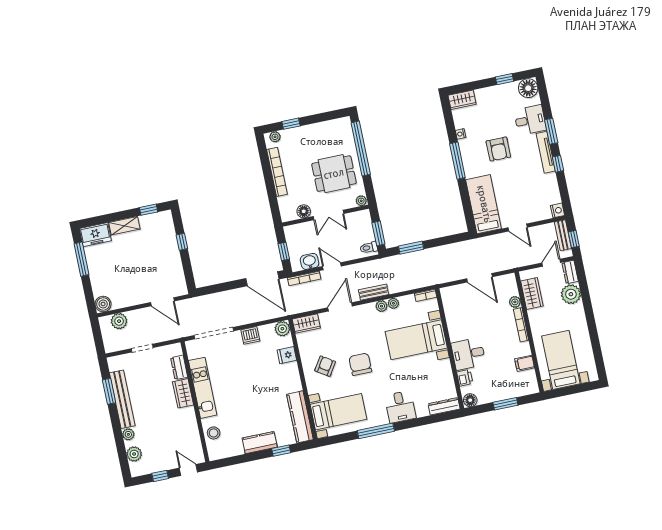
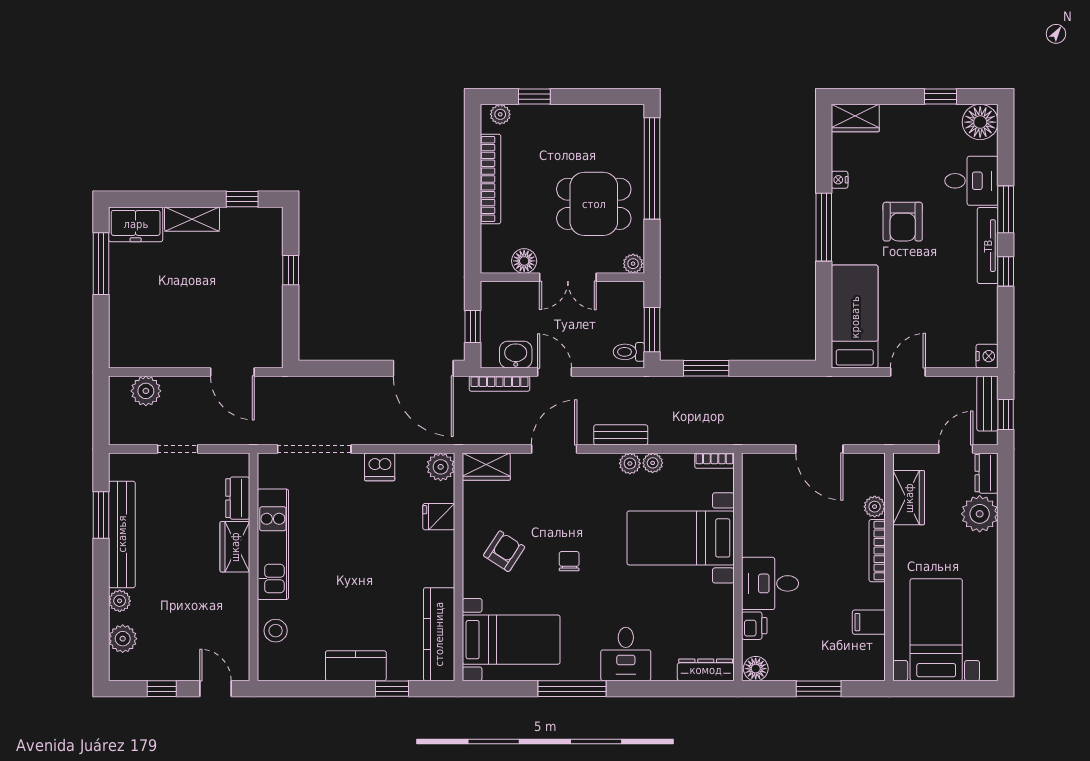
door: (518, 228) -> (908, 372), swing flipped
boiler: (103, 304) -> (123, 354), removed
chair: (360, 364) -> (569, 561), width x0.54, depth x0.54

